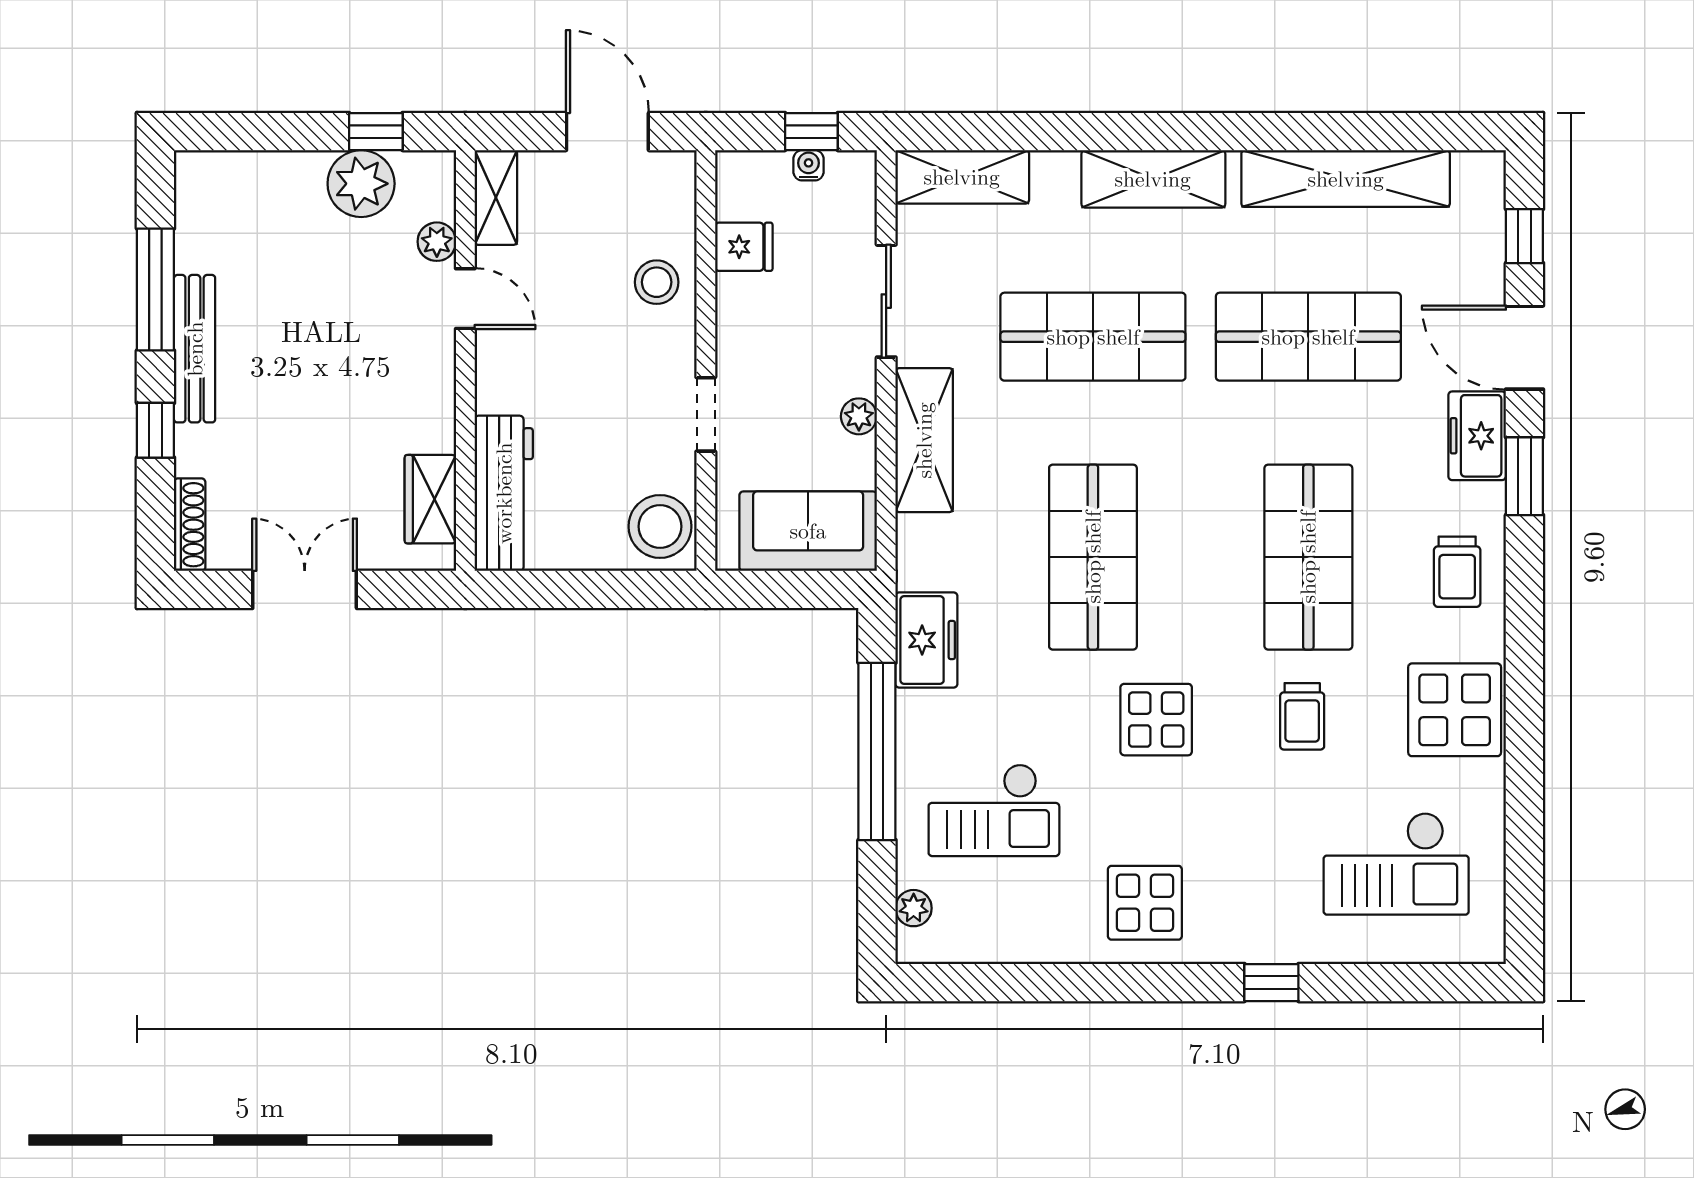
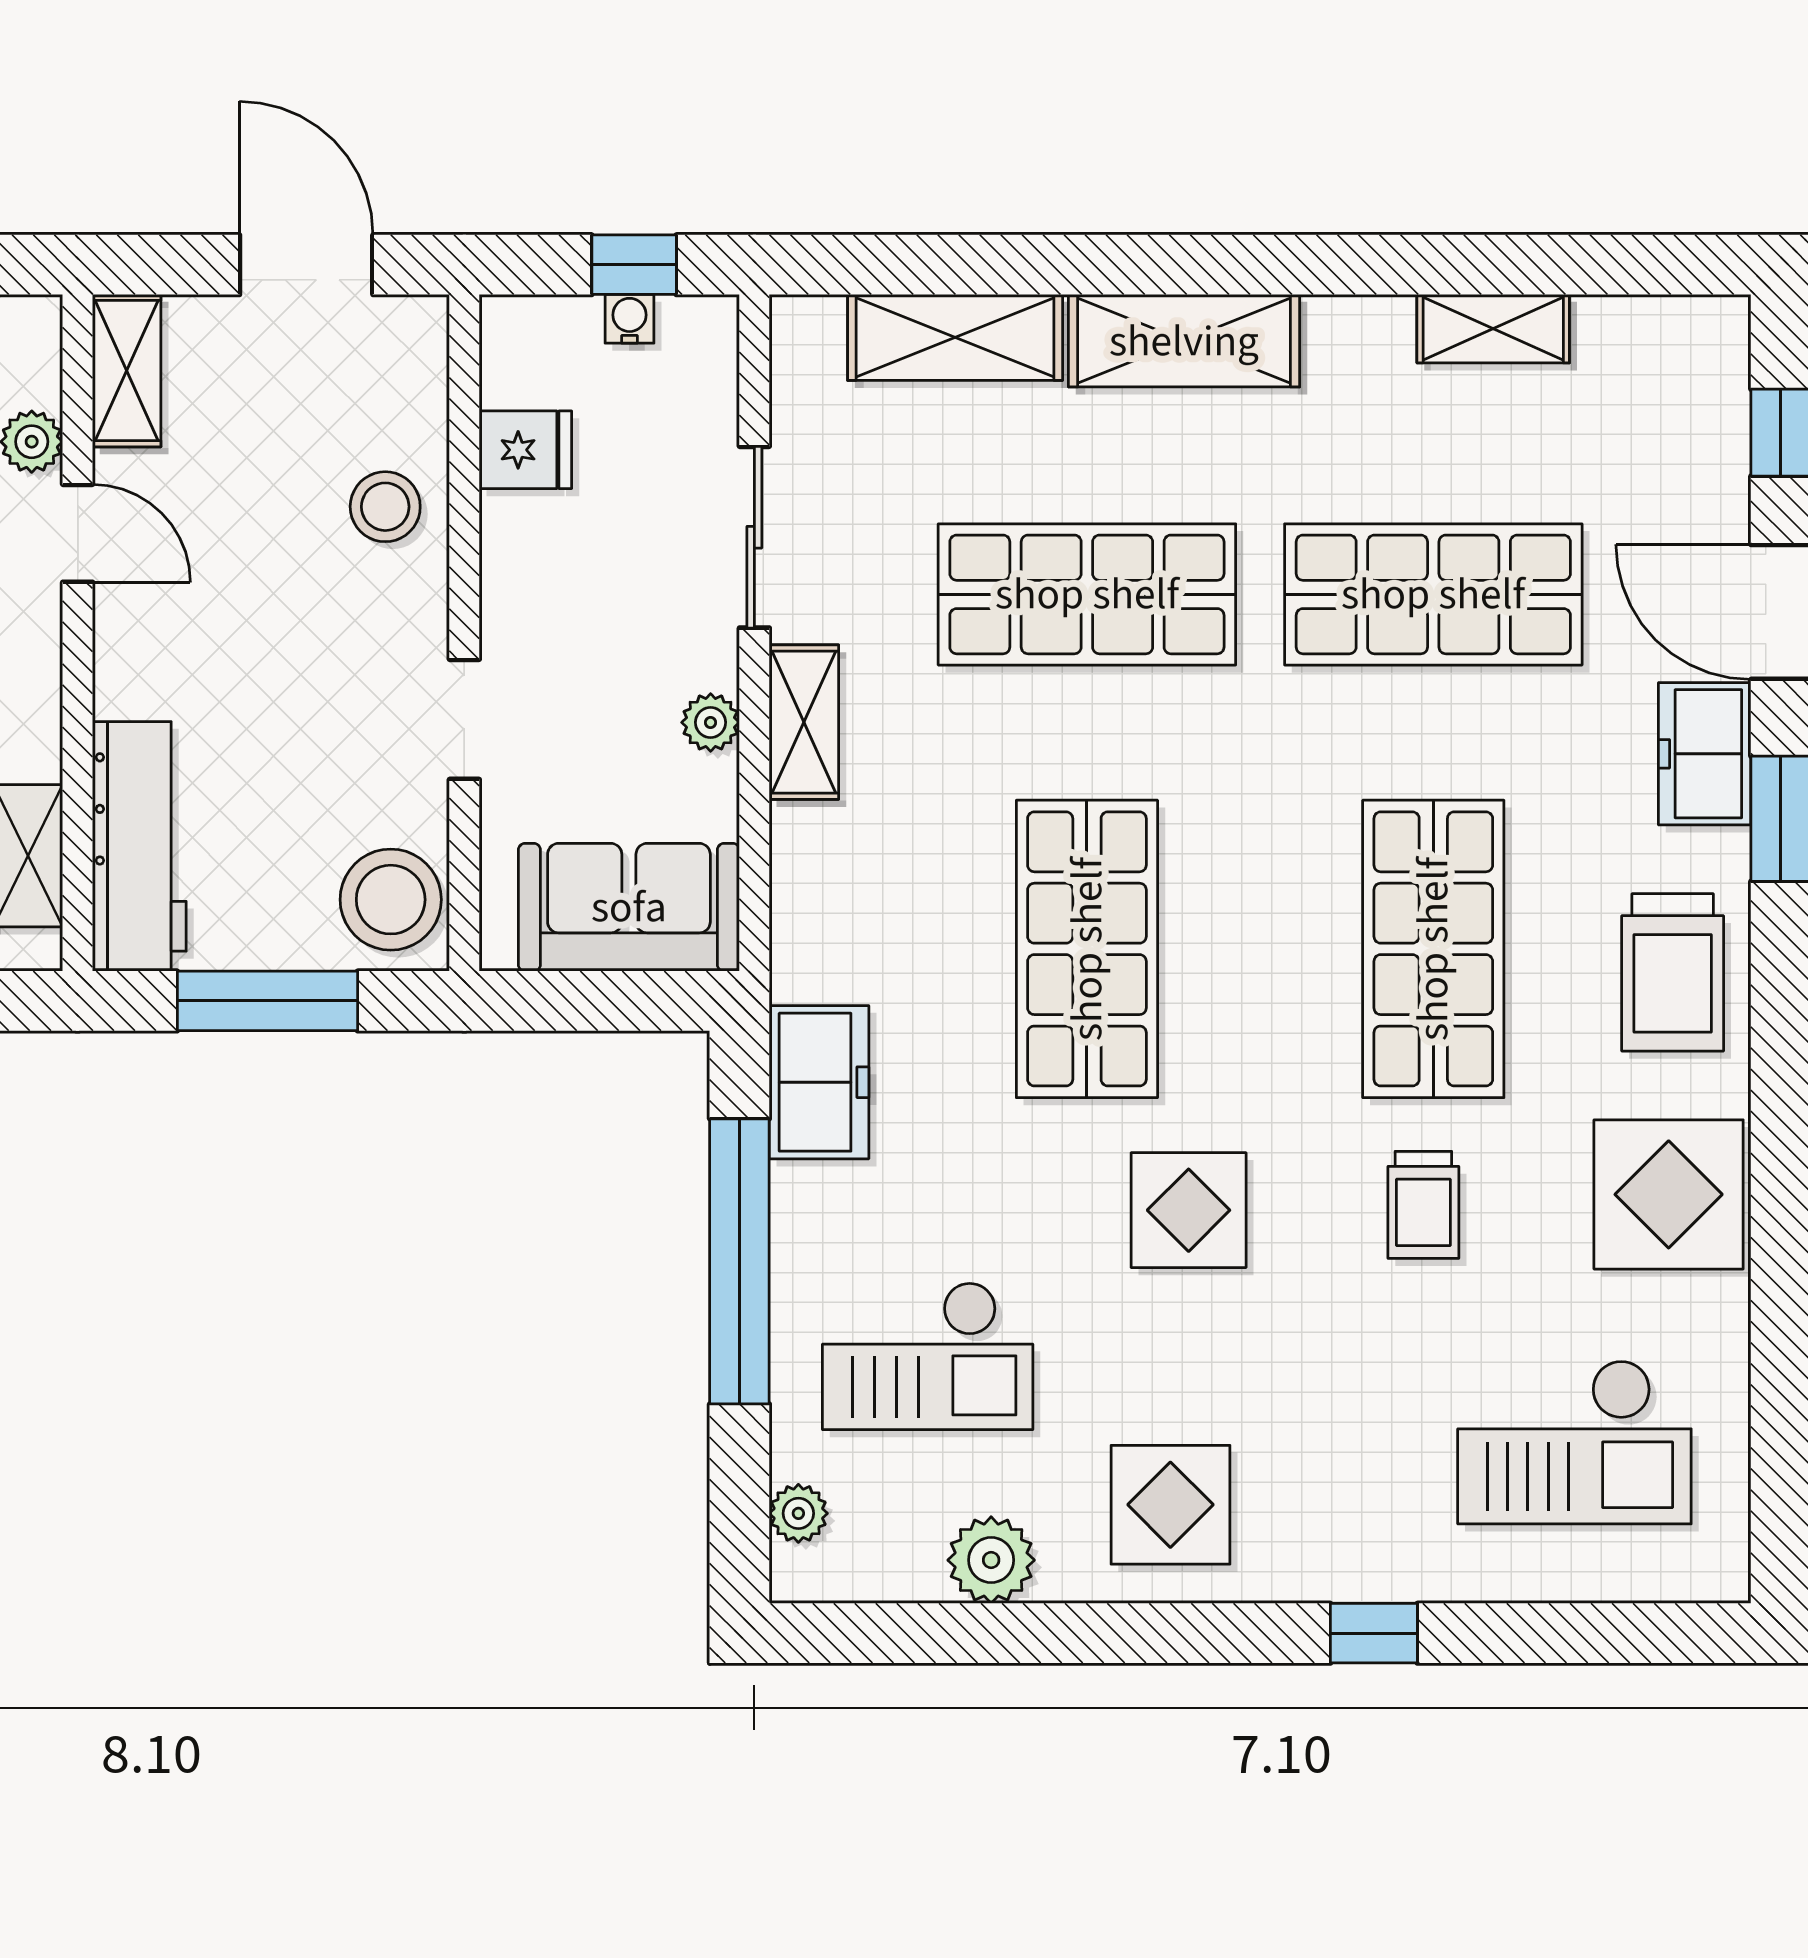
shelving: (962, 177) -> (955, 337), moved
shelving: (1346, 179) -> (1493, 329), width x0.45, depth x0.75
shelving: (924, 440) -> (804, 722), width x0.67, depth x0.75
trolley: (1457, 572) -> (1673, 972), width x1.36, depth x1.39
window: (583, 589) -> (267, 1001), added
plant: (1033, 937) -> (991, 1560), added

